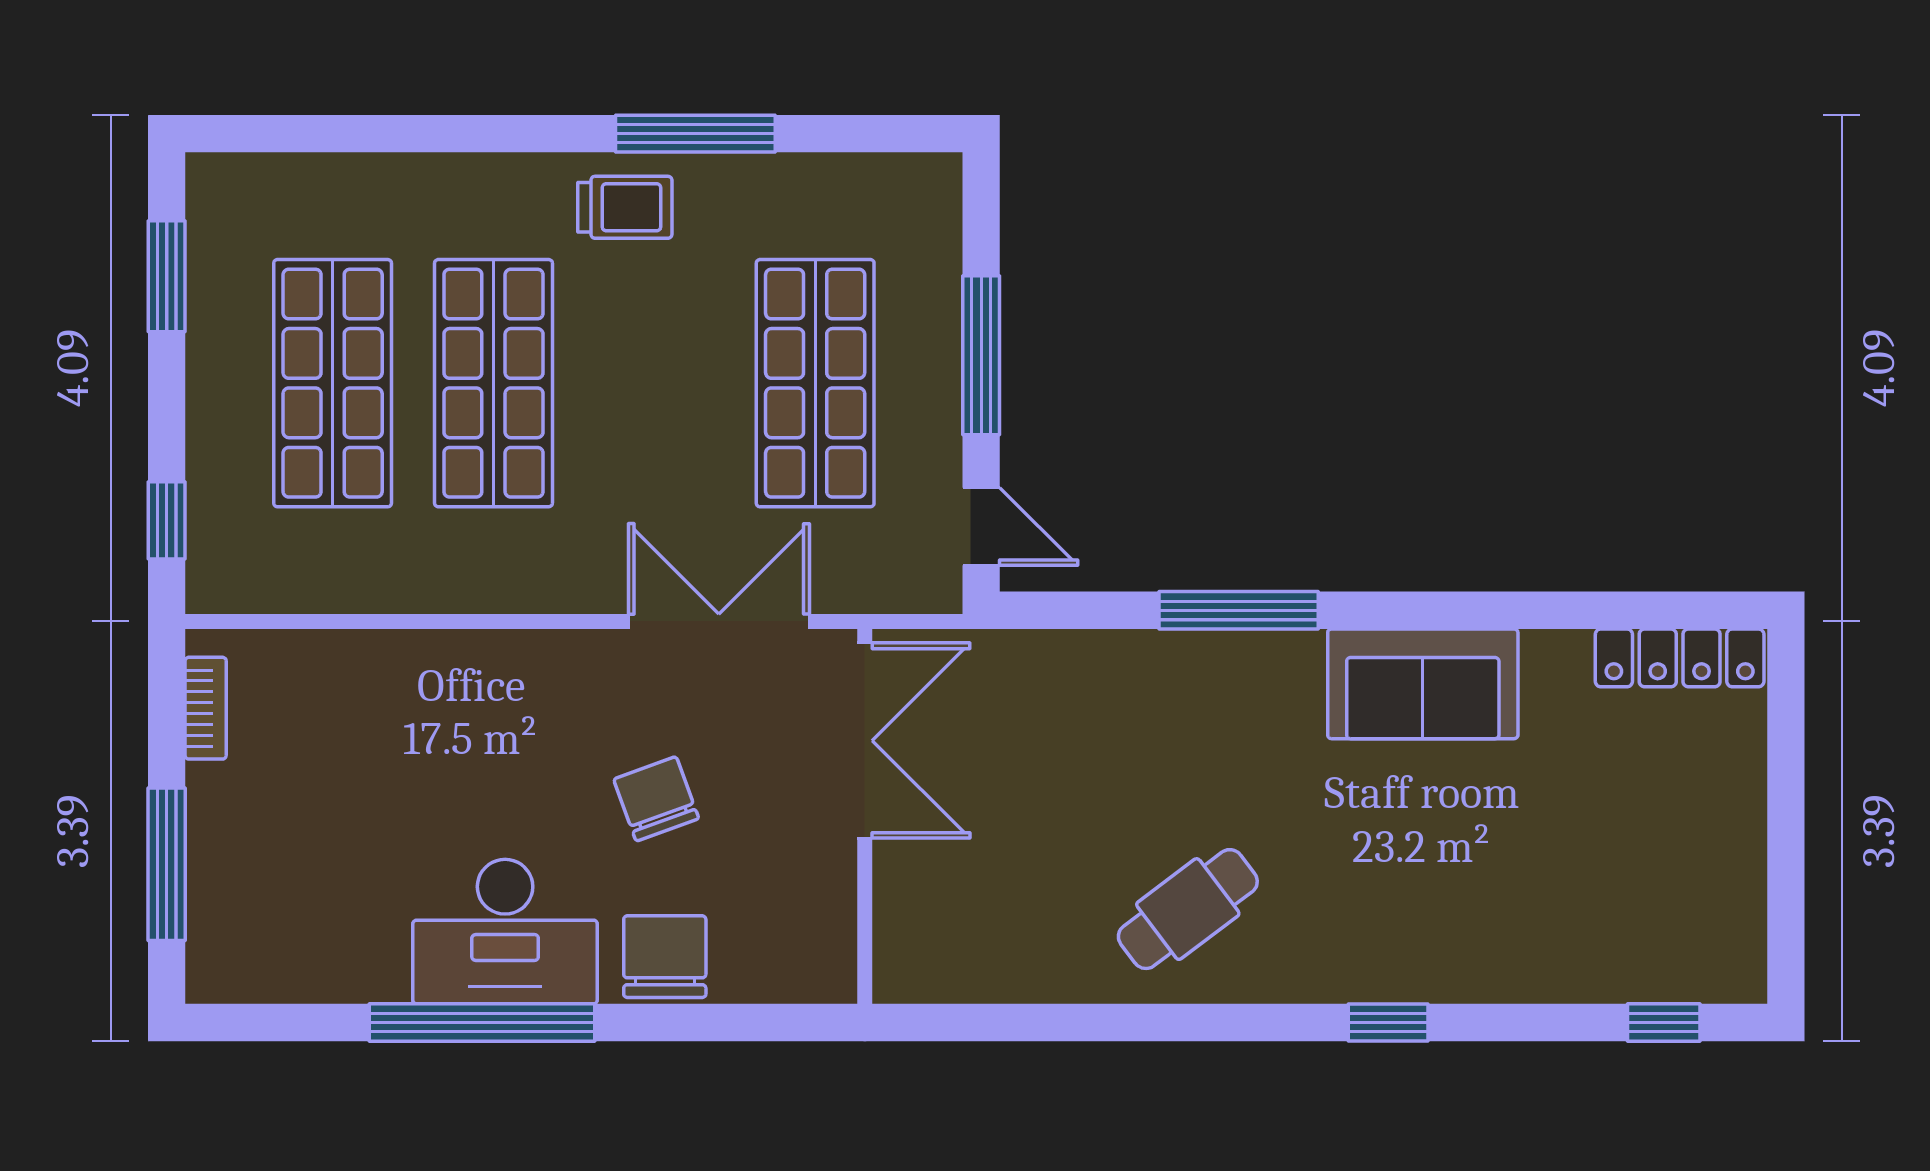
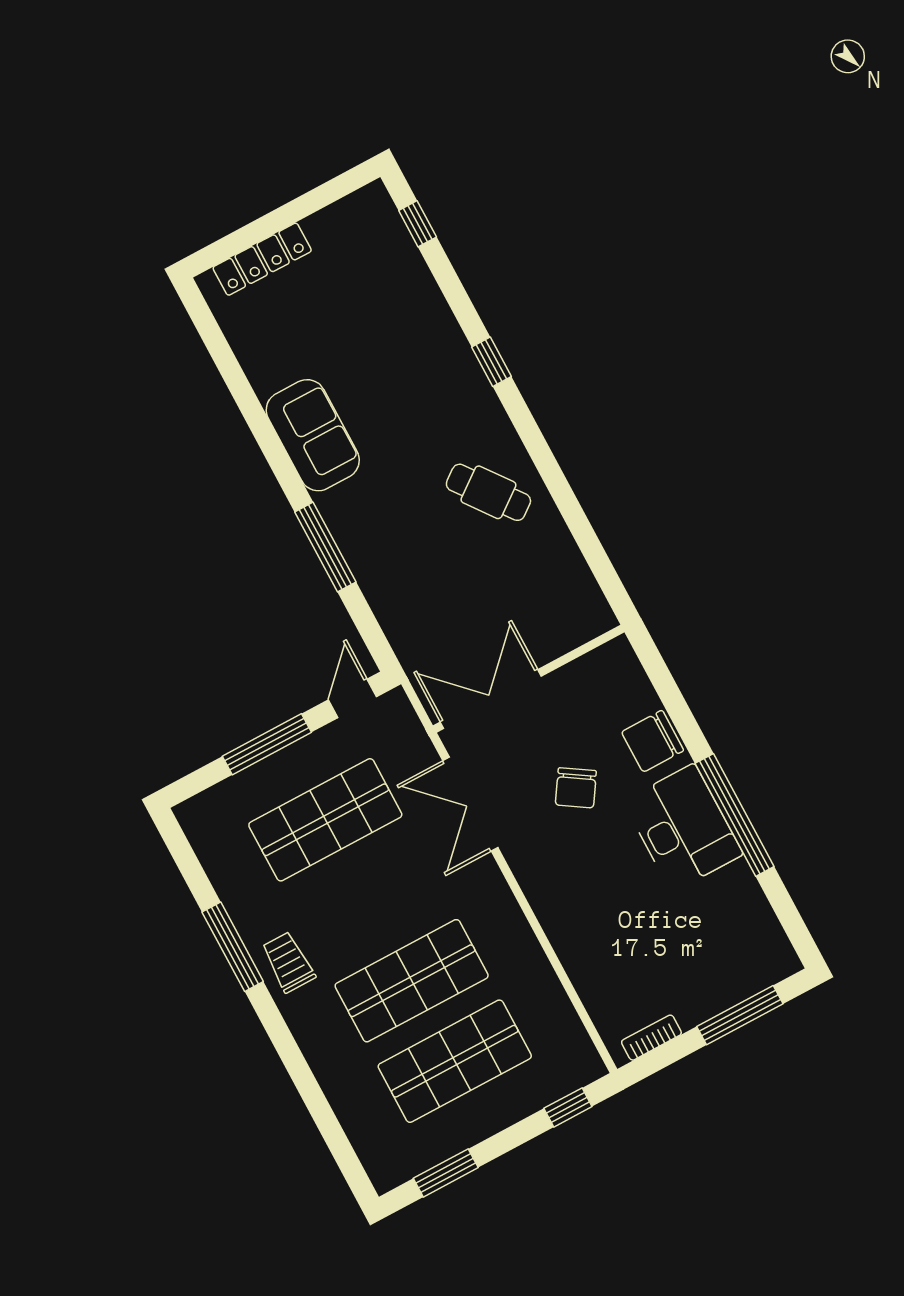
locker: (1680, 658) -> (262, 259), moved, turned 90
chair: (656, 799) -> (576, 788), turned -37

